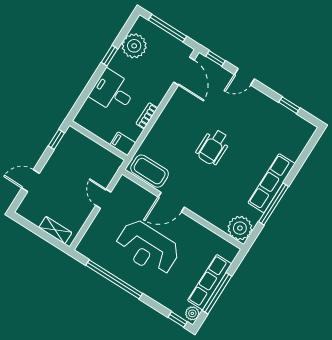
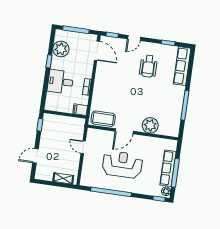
wheelchair: (213, 147) -> (148, 66), moved
row of seats: (271, 183) -> (182, 66), moved
plant: (240, 228) -> (150, 125), moved
reception desk: (148, 248) -> (122, 164), turned 180

